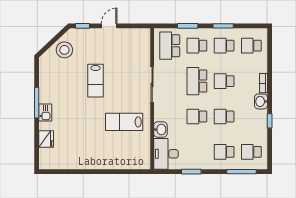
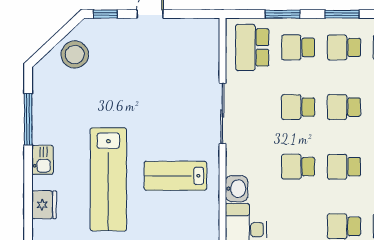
lab bench: (95, 81) -> (108, 179), moved, width x1.86, depth x1.39
school desk: (197, 81) -> (298, 107), width x0.54
window: (37, 103) -> (28, 119), moved

